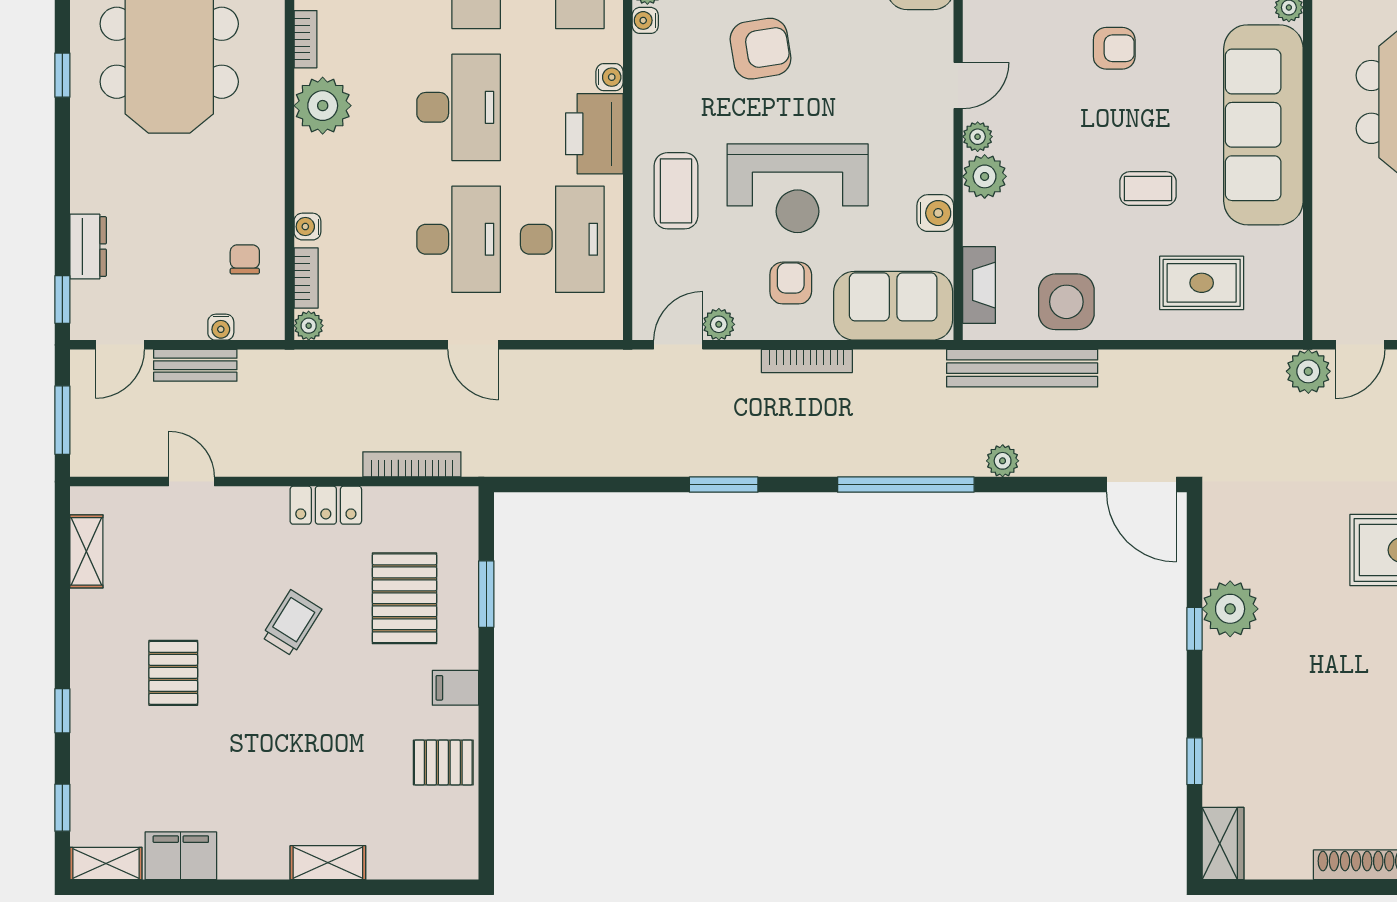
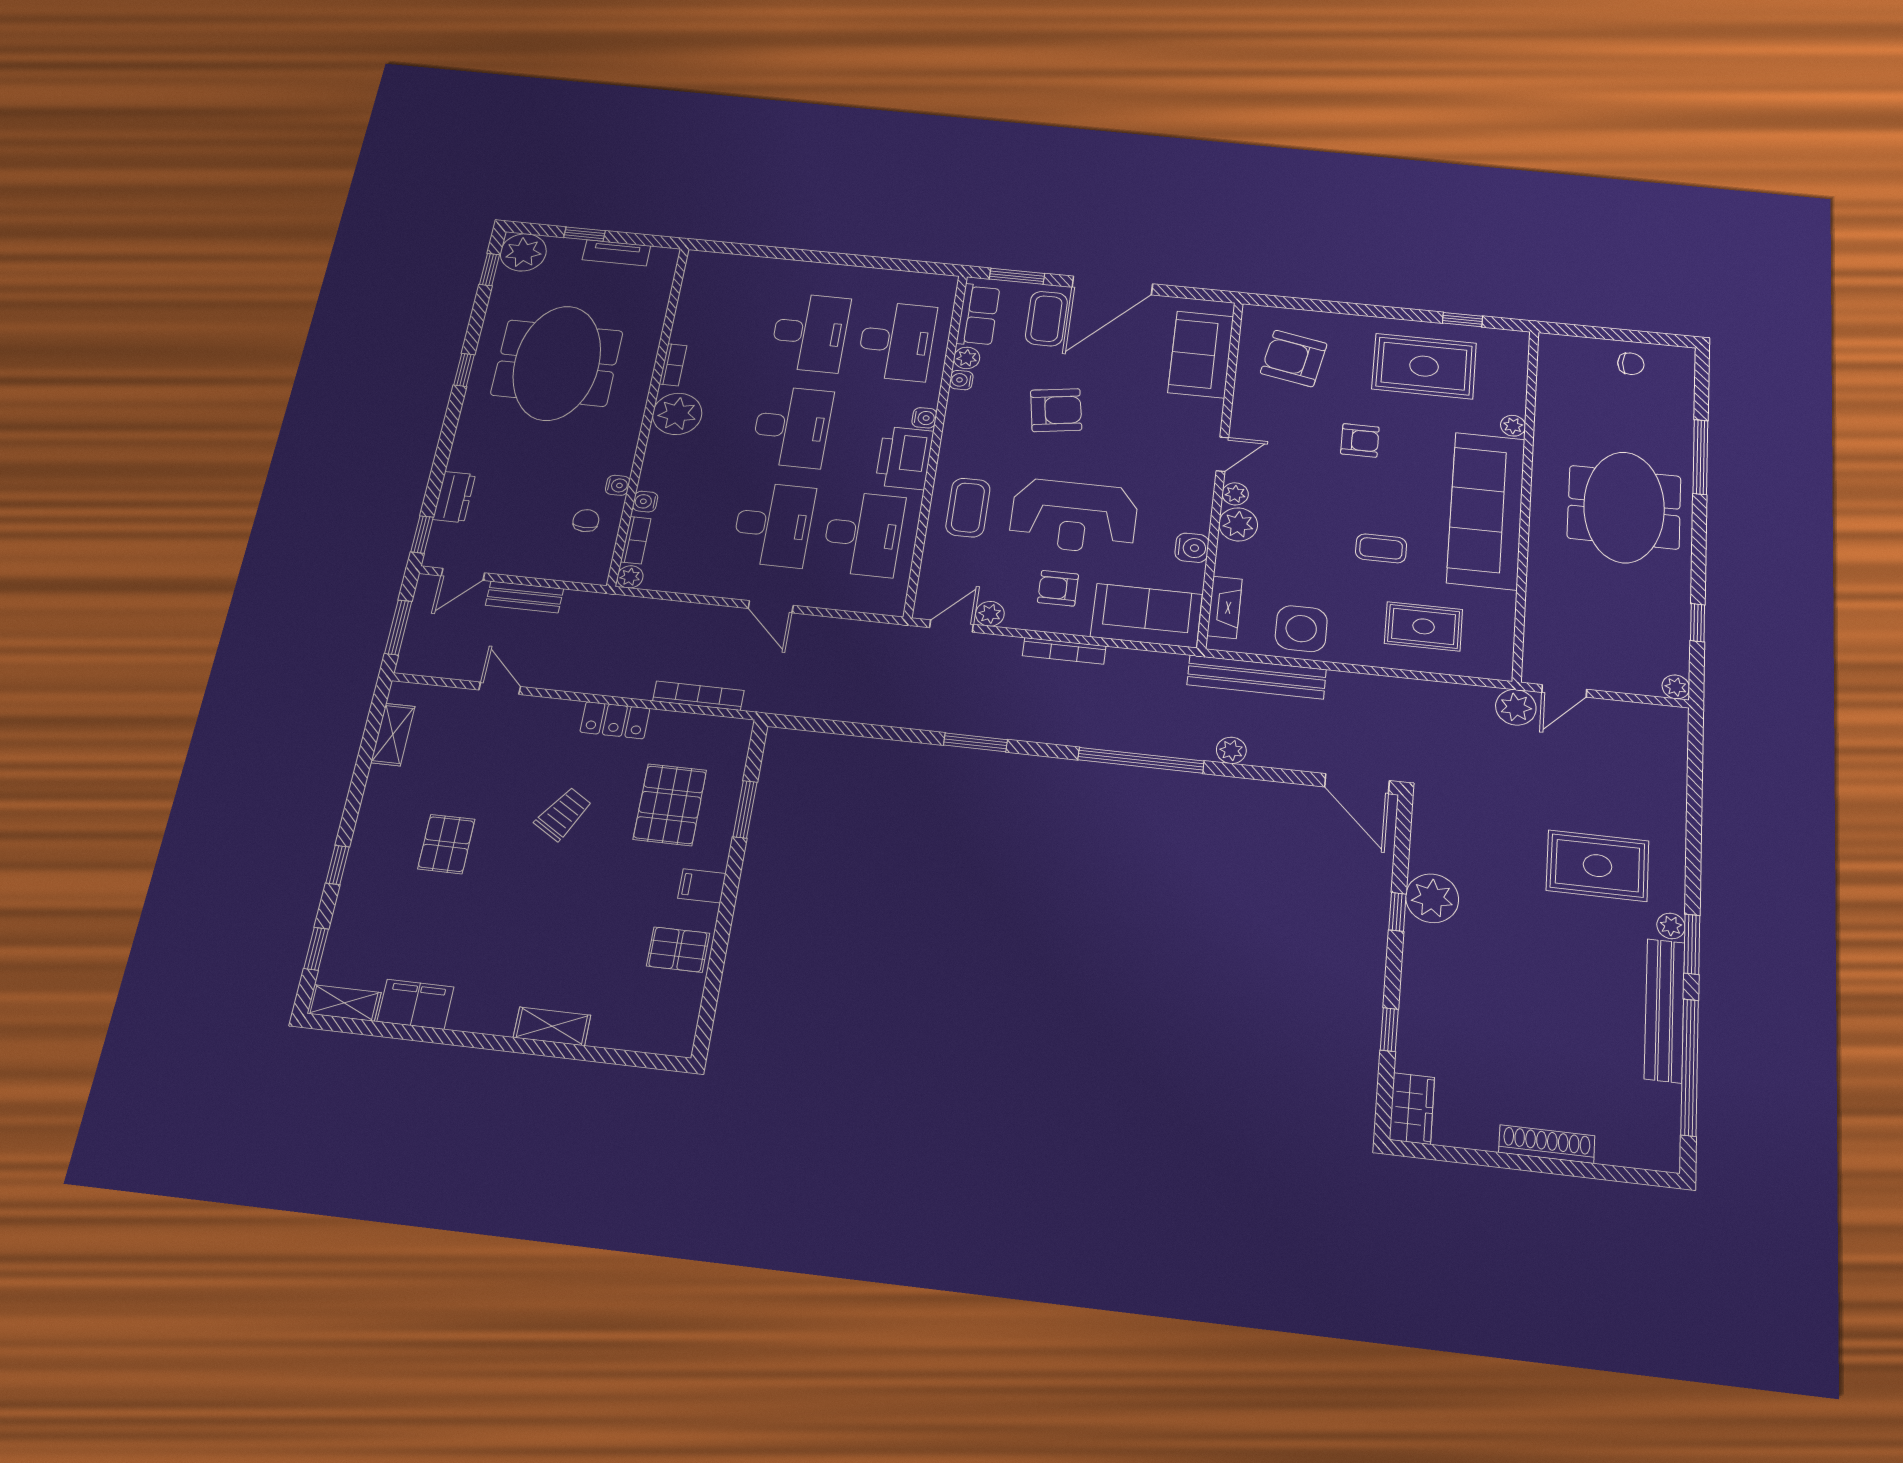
armchair: (791, 283) -> (1058, 588), turned -90
water cooler: (221, 327) -> (618, 485), moved, turned -90

